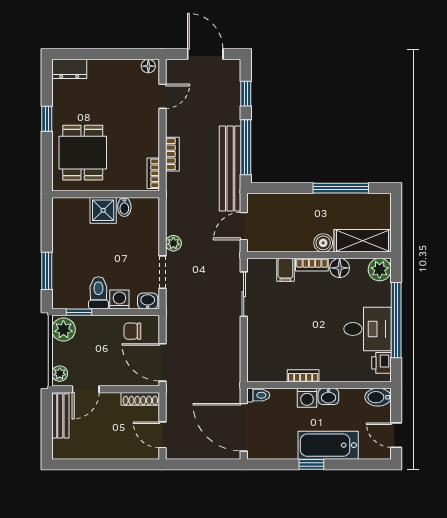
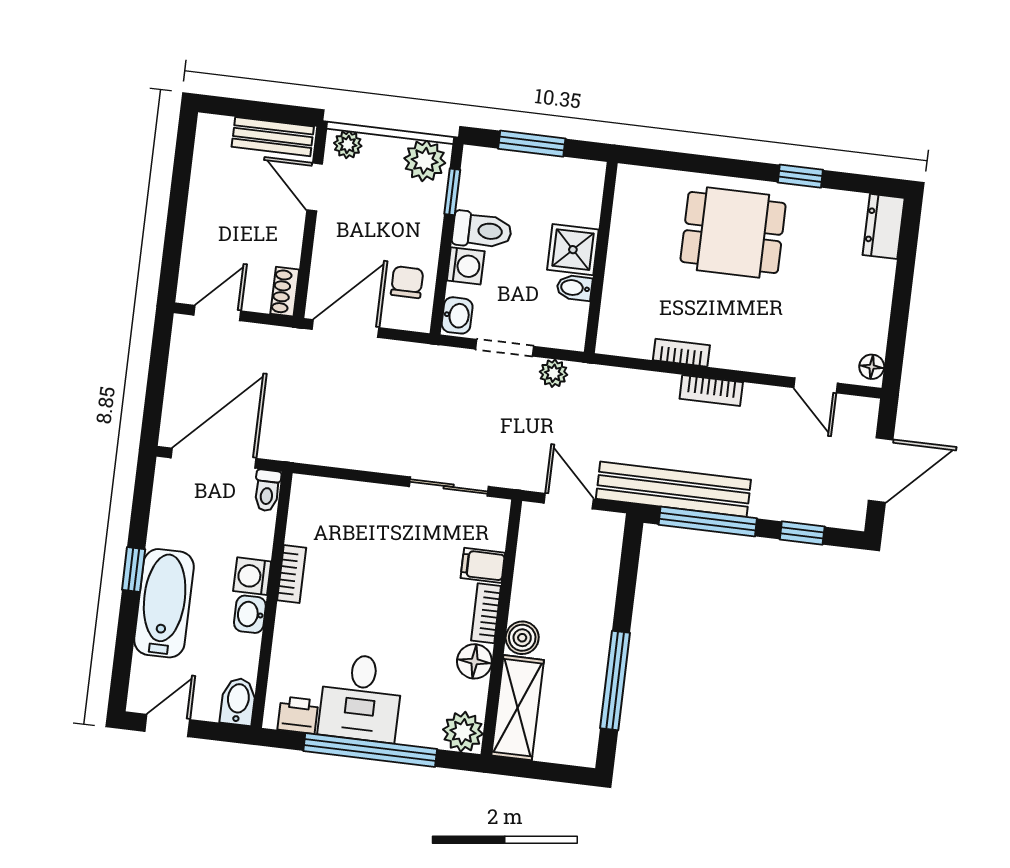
wall: (106, 194) -> (601, 258), moved
bidet: (124, 207) -> (574, 288), moved
shower: (103, 210) -> (573, 250), moved
shoe rack: (140, 399) -> (285, 292), width x0.70

